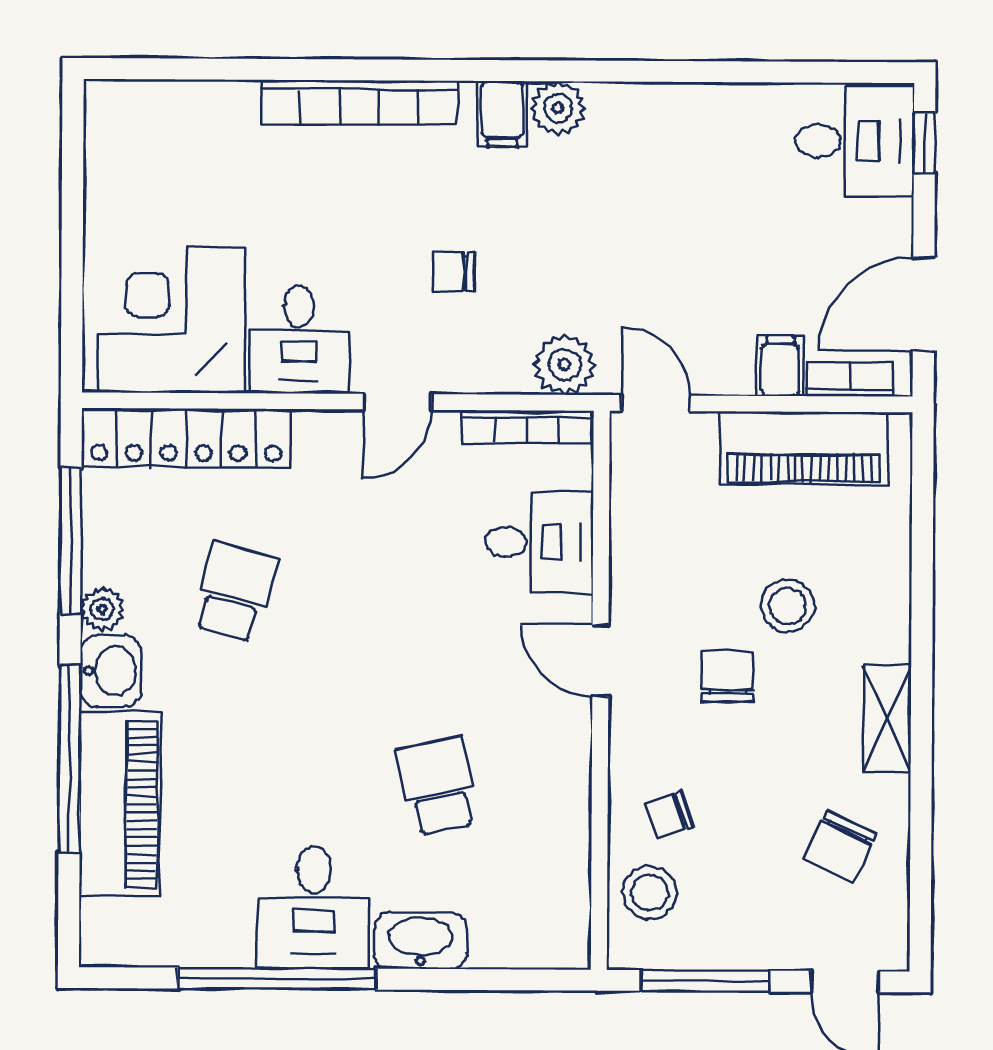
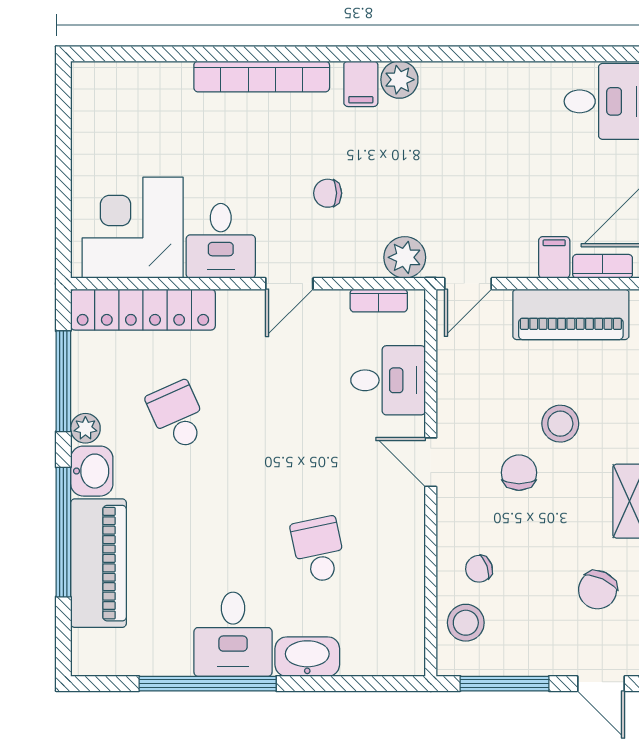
door: (656, 403) -> (468, 284), swing flipped
bookcase: (526, 427) -> (379, 301), width x0.64
school desk: (235, 592) -> (177, 416), turned -39

